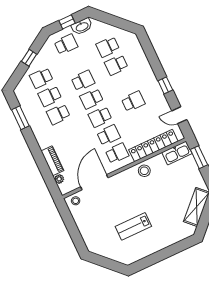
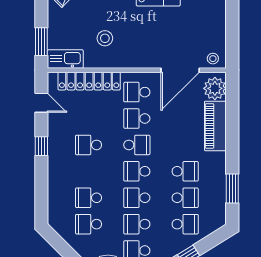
school desk: (108, 47) -> (89, 224), turned 180
school desk: (74, 62) -> (137, 224), added
school desk: (116, 65) -> (89, 198), turned 180
school desk: (92, 99) -> (137, 171), turned 180
piano: (52, 161) -> (215, 126), width x1.37, depth x1.33
stool: (144, 171) -> (105, 38), moved
plant: (59, 179) -> (215, 88), width x1.88, depth x1.88

